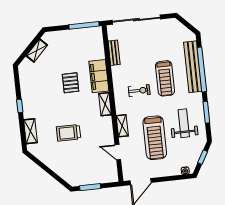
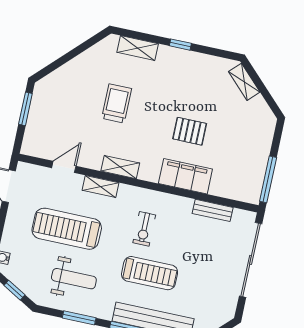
shelving: (37, 50) -> (244, 82), moved
treadmill: (165, 78) -> (150, 273), turned 180
shelving: (105, 104) -> (120, 167), moved

